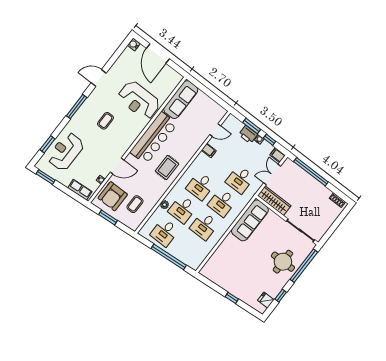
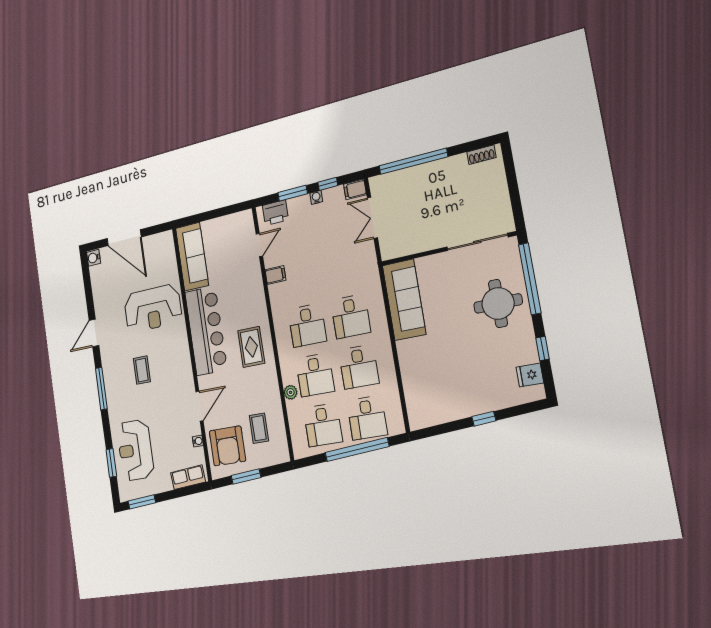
printer: (248, 134) -> (275, 213), moved
desk: (240, 179) -> (367, 418), moved
wardrobe: (274, 201) -> (407, 244), removed

